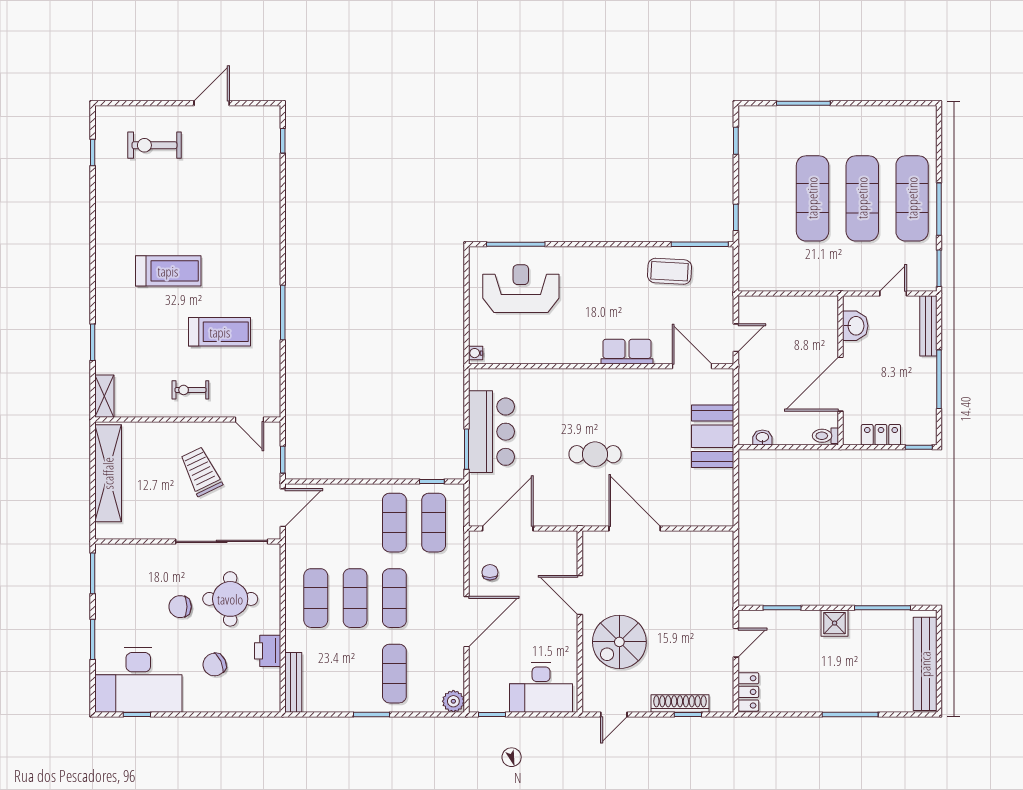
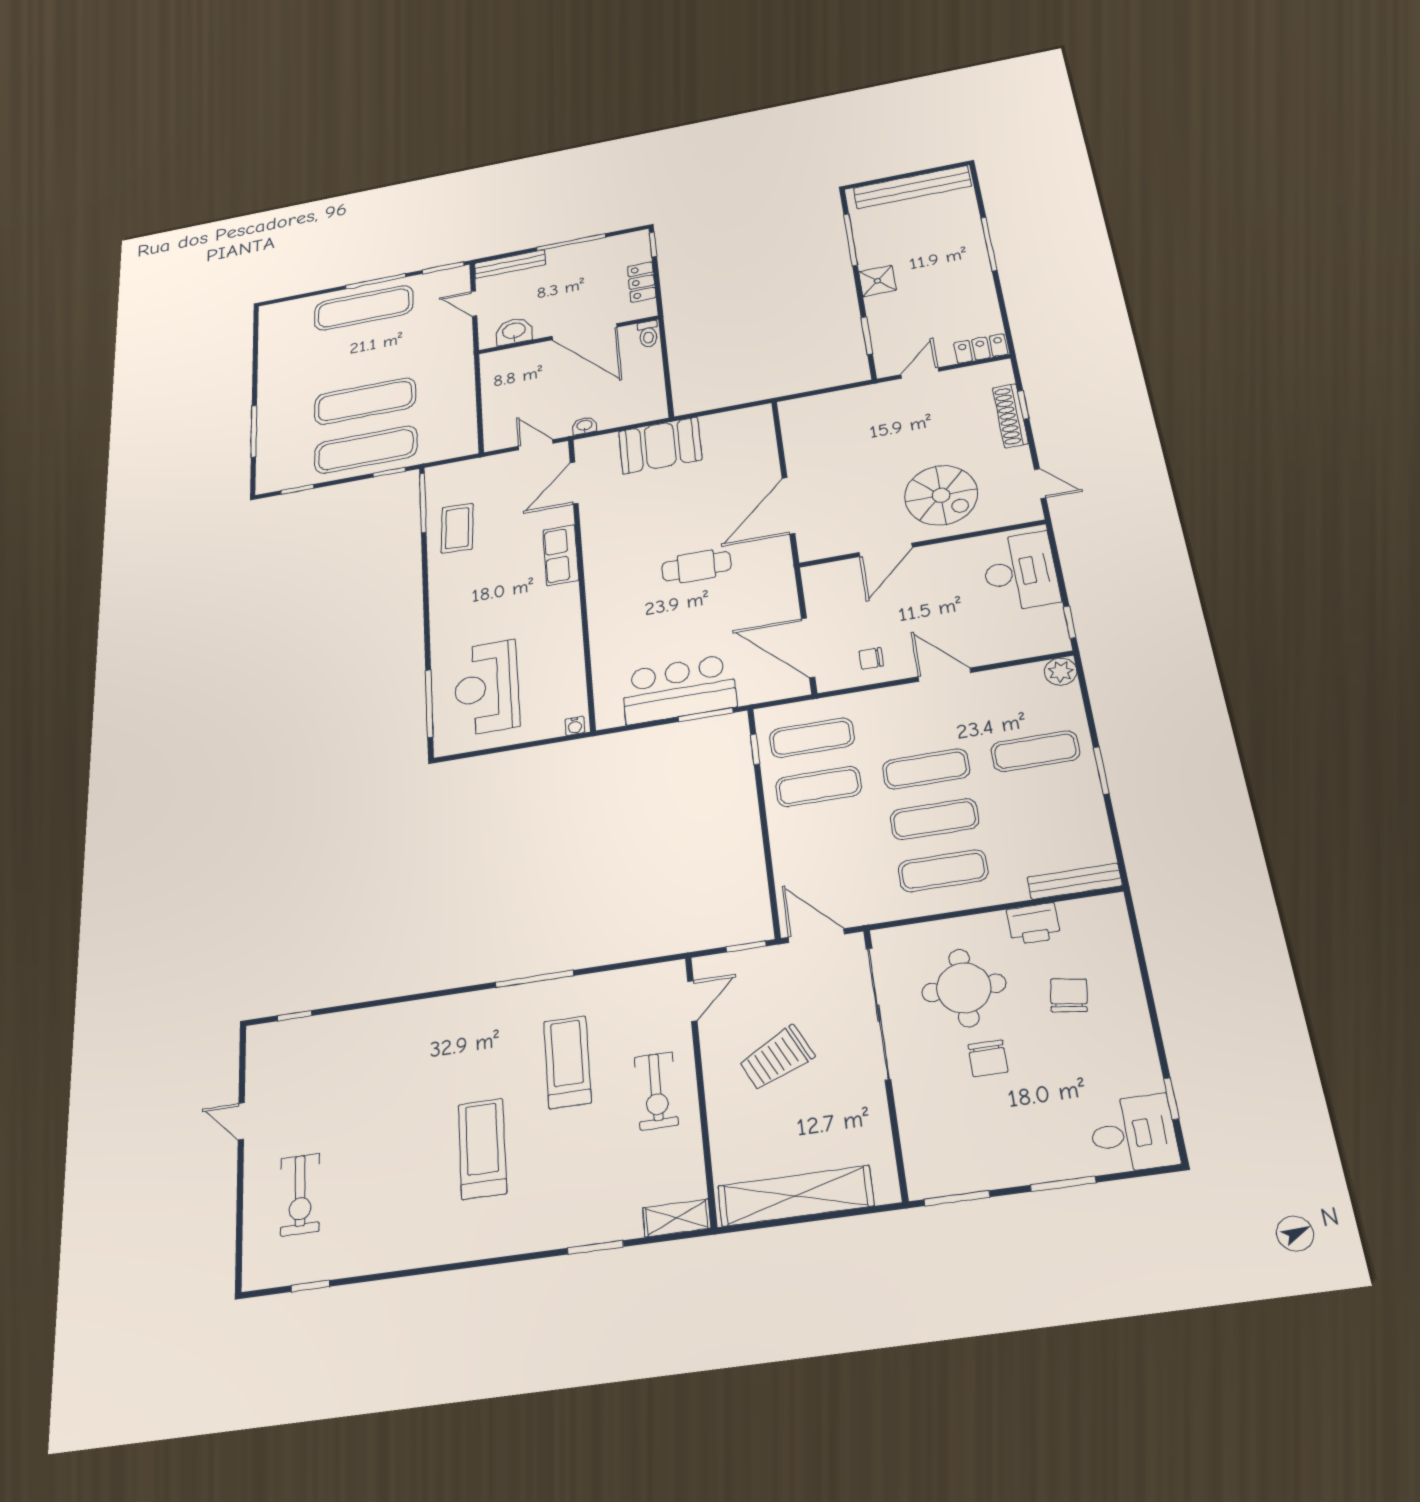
door: (212, 103) -> (241, 1121), width x0.73
exercise mat: (862, 198) -> (366, 450), moved
exercise bike: (190, 390) -> (656, 1091), width x1.38, depth x1.39
washbasin: (762, 438) -> (585, 426), moved, turned 90
cafe table: (595, 454) -> (696, 566), turned 90
door: (467, 622) -> (945, 675), width x0.73
door: (736, 643) -> (920, 373), hinge flipped
chair: (215, 665) -> (1069, 995), turned -146
desk: (138, 680) -> (1133, 1134), width x0.53, depth x0.77

